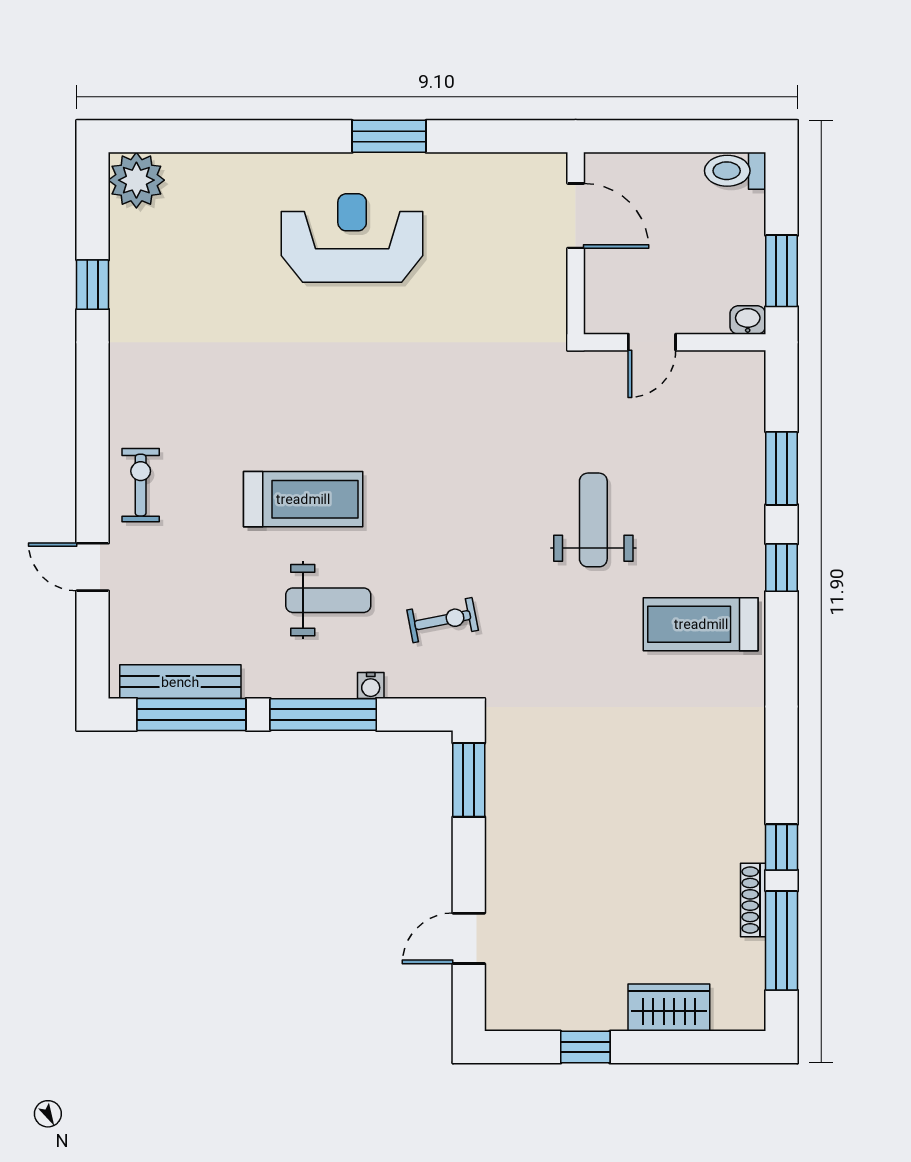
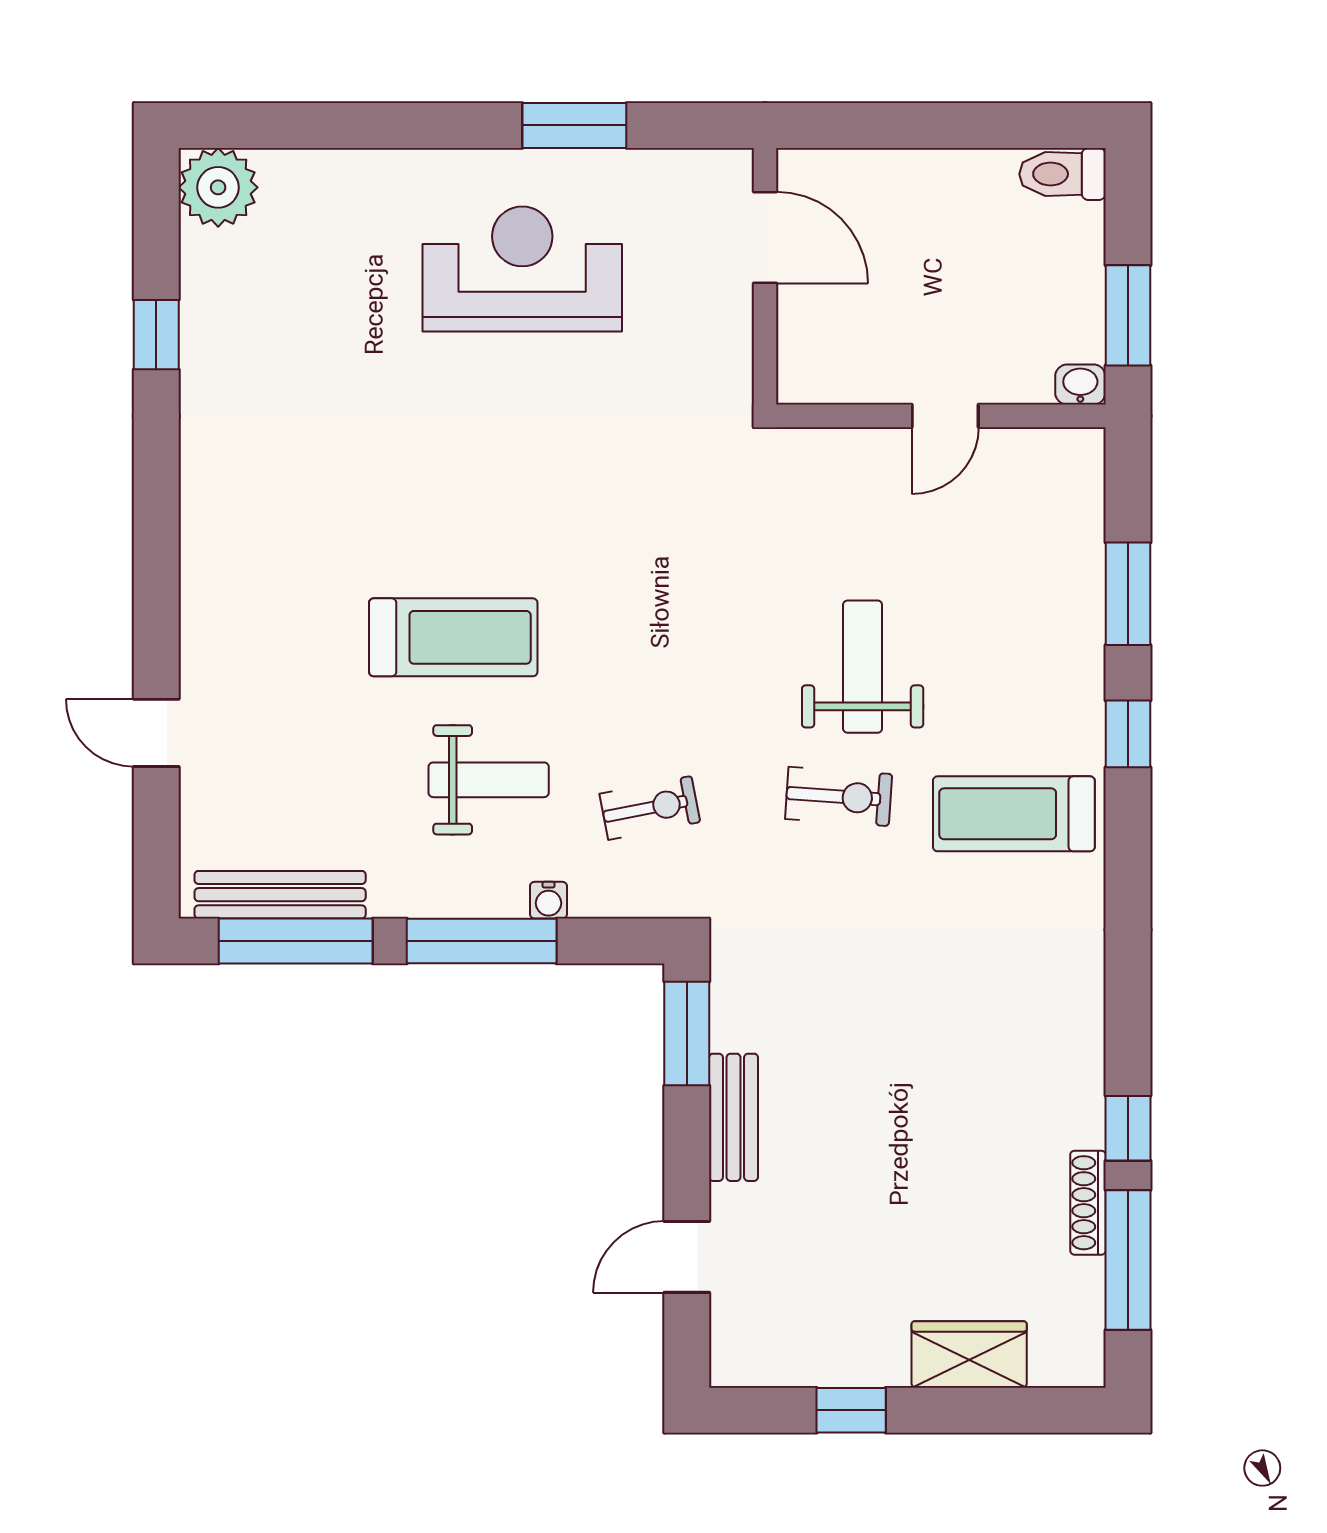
door: (576, 216) -> (765, 238), moved
wall: (576, 243) -> (765, 276), moved
exercise bike: (141, 485) -> (839, 796), moved, turned 94
bench: (502, 839) -> (734, 1117), added

